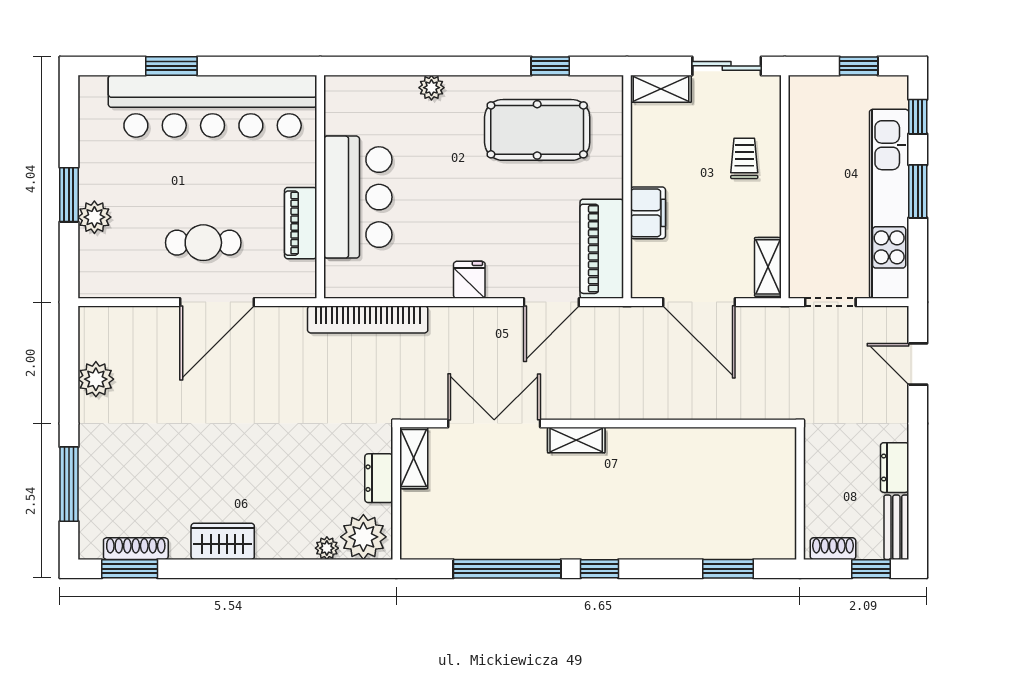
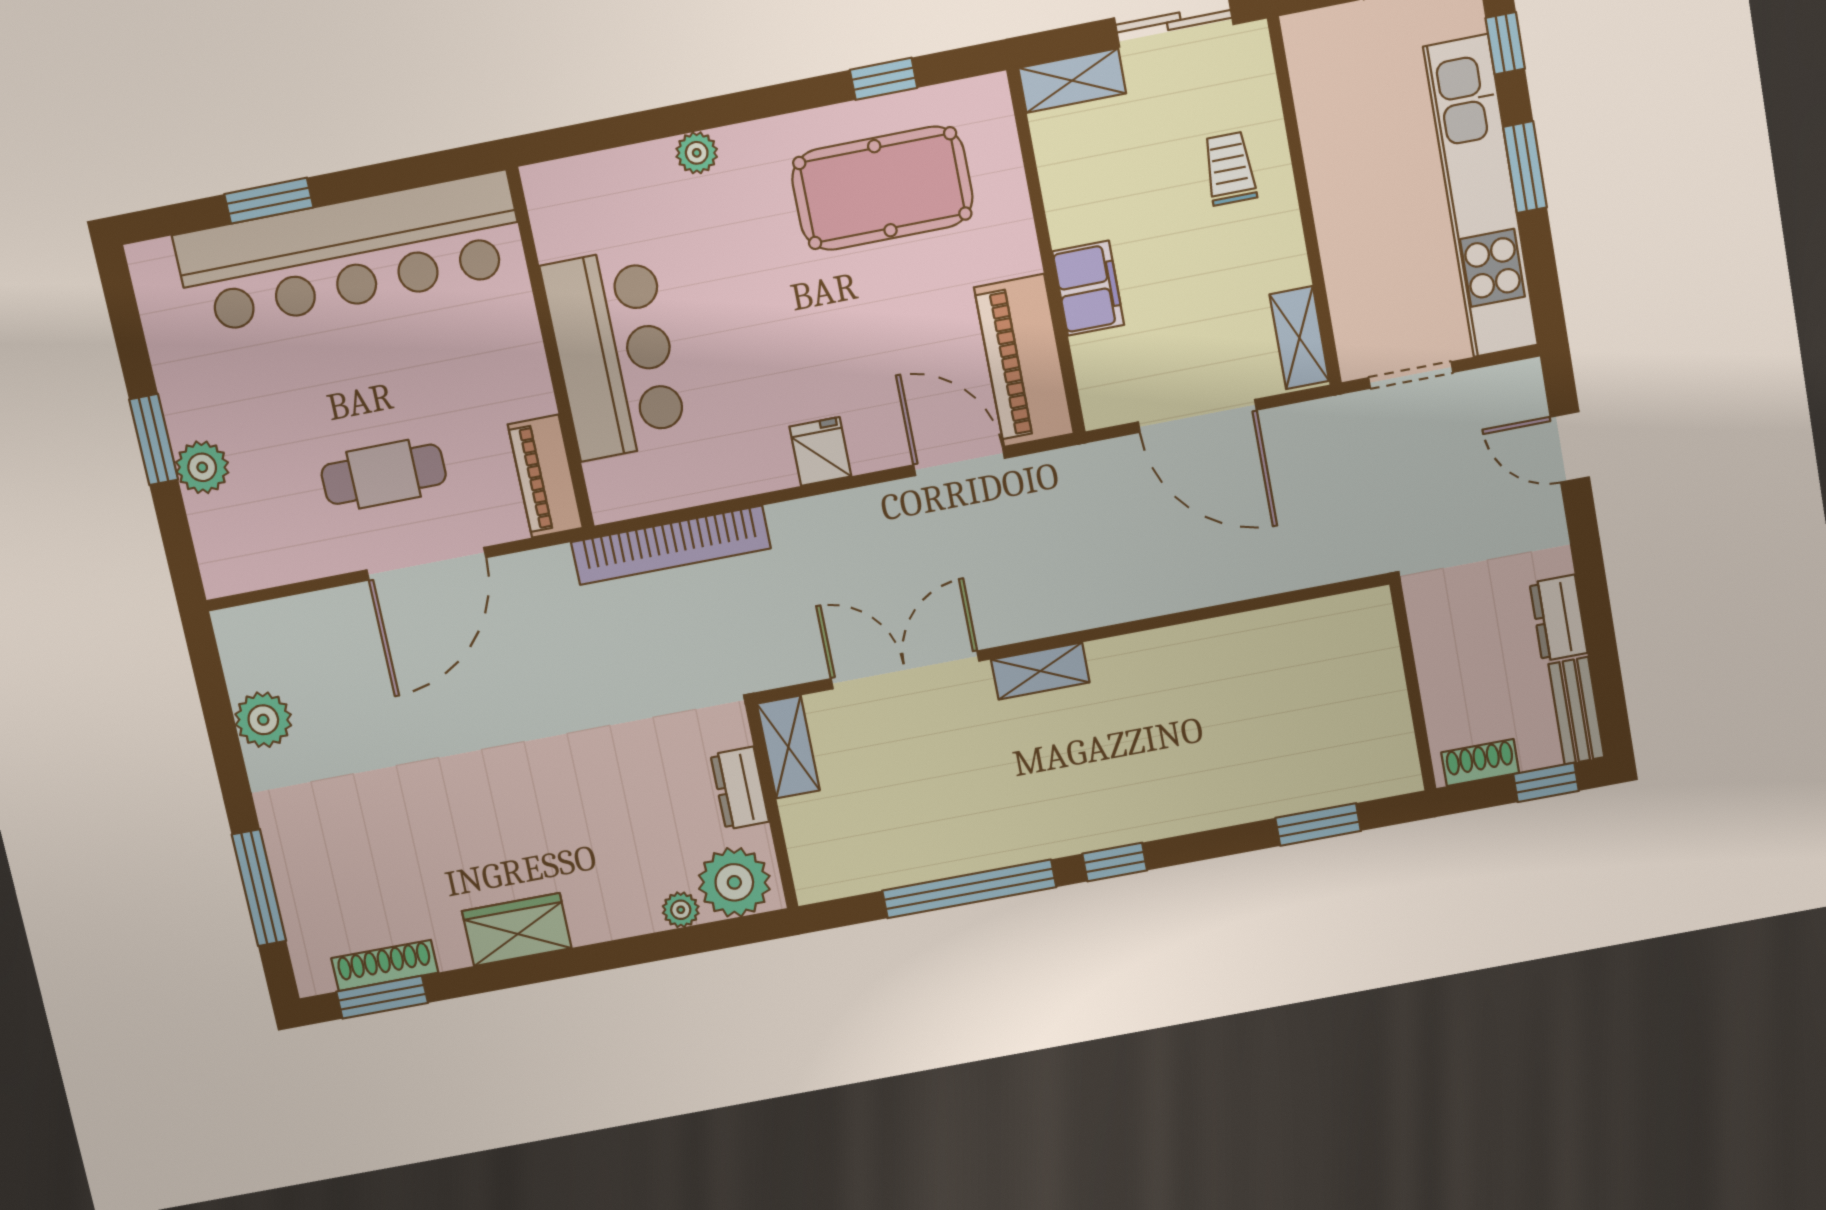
piano: (301, 223) -> (545, 476), moved
door: (551, 302) -> (959, 462), swing flipped

